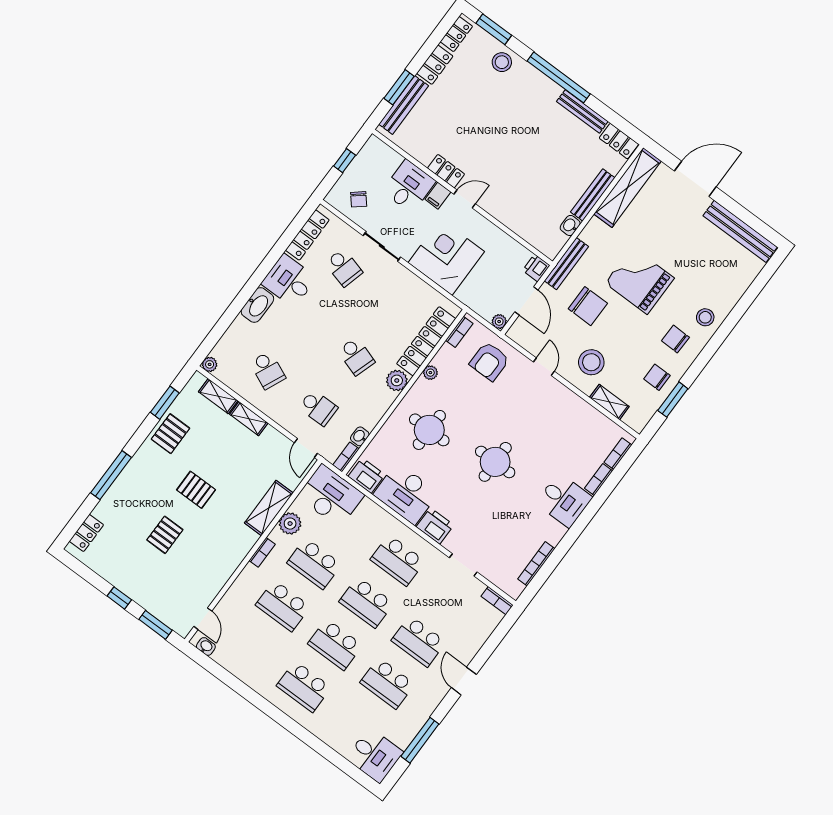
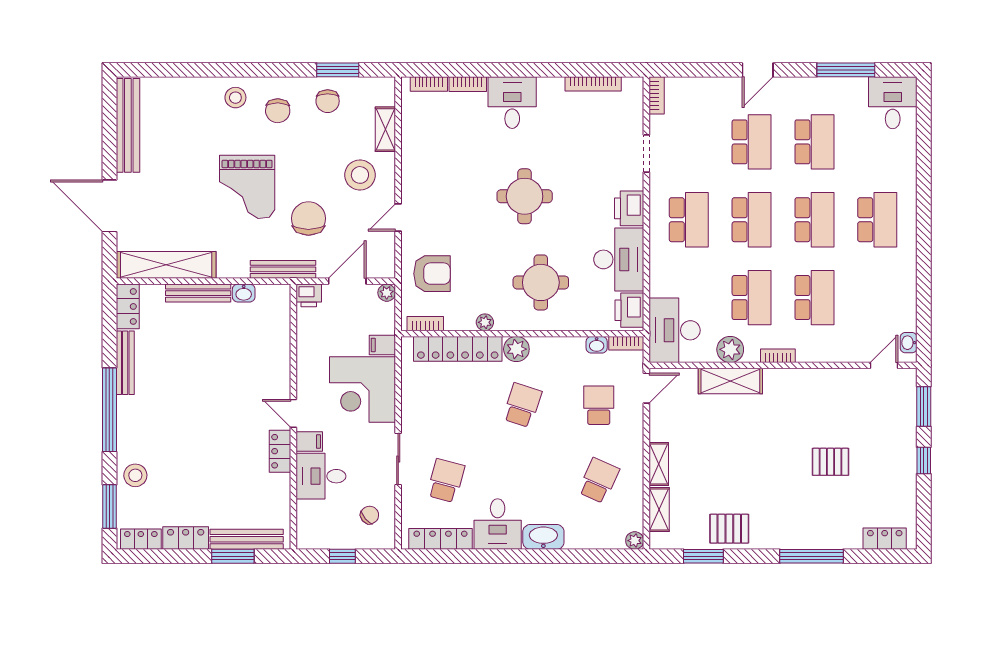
filing cabinet: (466, 293) -> (382, 345), added
pallet: (196, 490) -> (765, 464), removed

